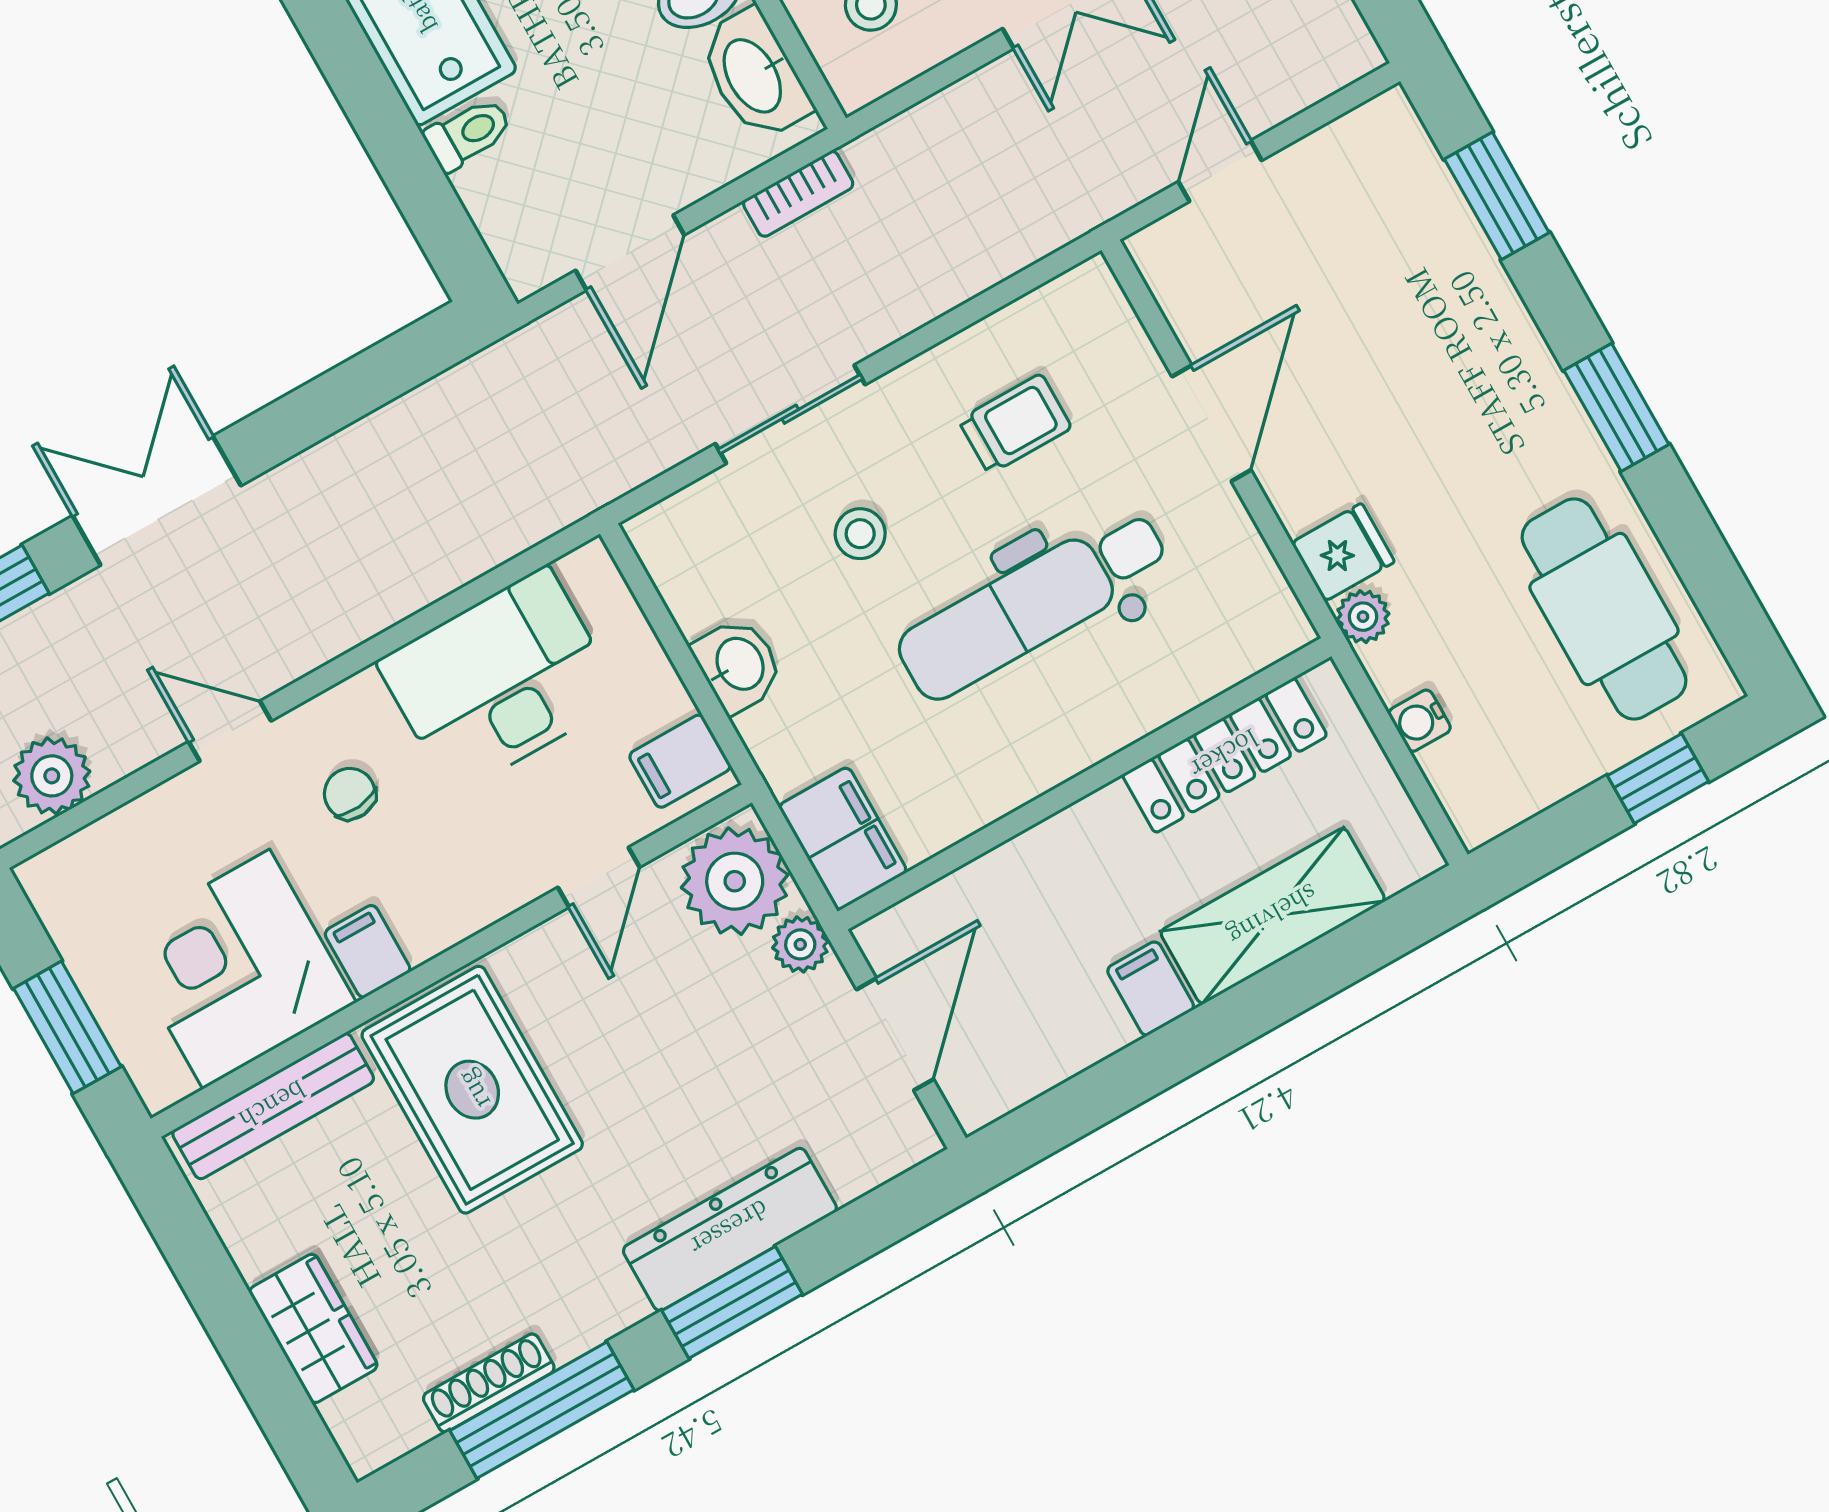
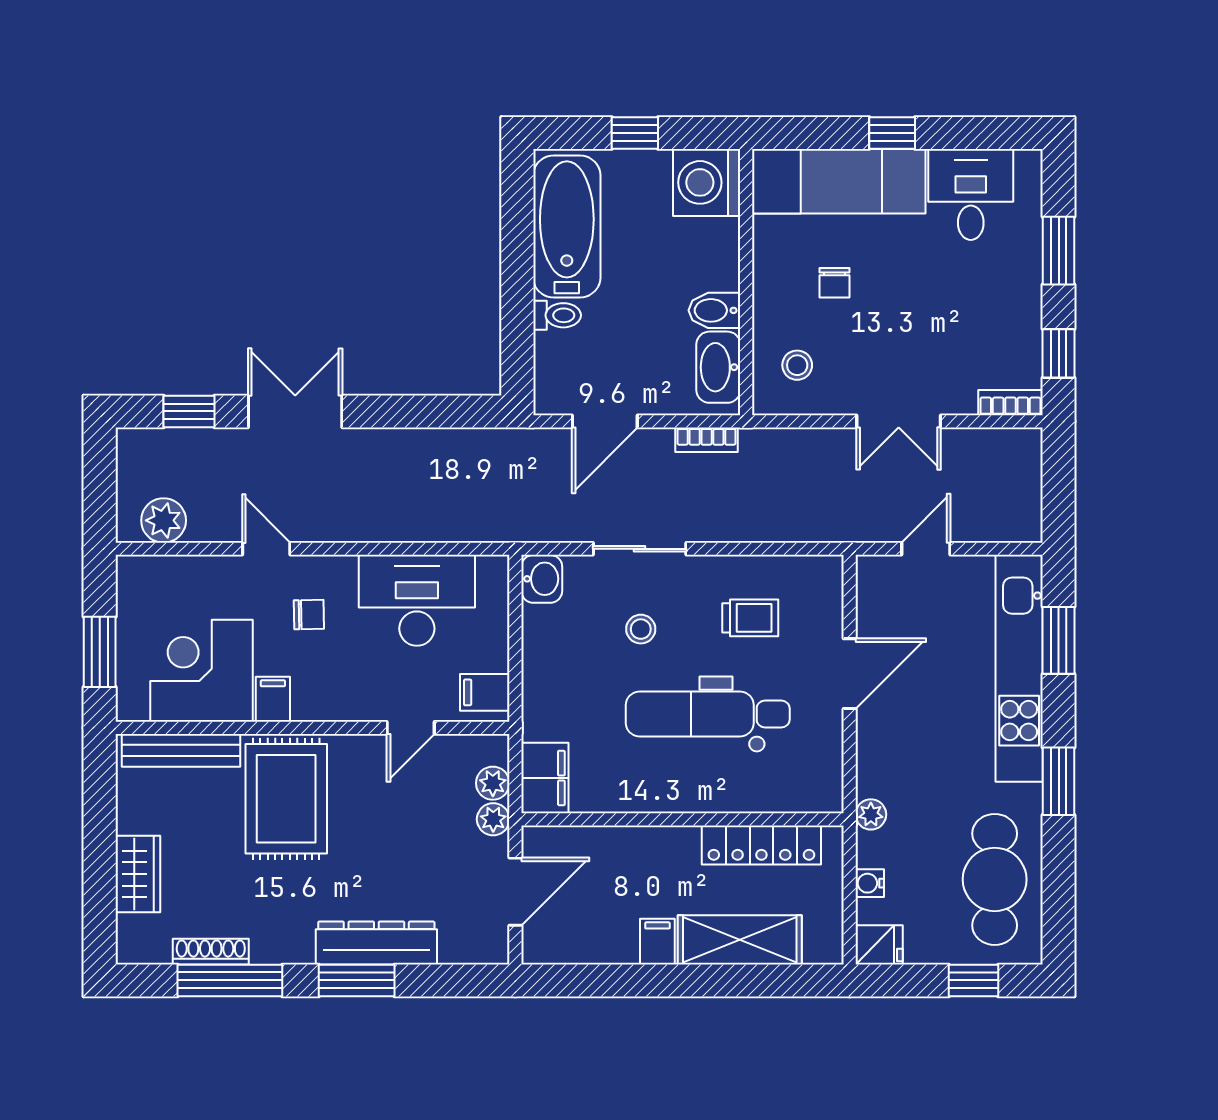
kitchen unit: (1461, 271) -> (1019, 668), added
fridge: (1343, 552) -> (879, 945), moved
washbasin: (738, 665) -> (542, 579), moved
chair: (350, 794) -> (309, 615), turned 95
plant: (735, 881) -> (493, 783), width x0.53, depth x0.53

